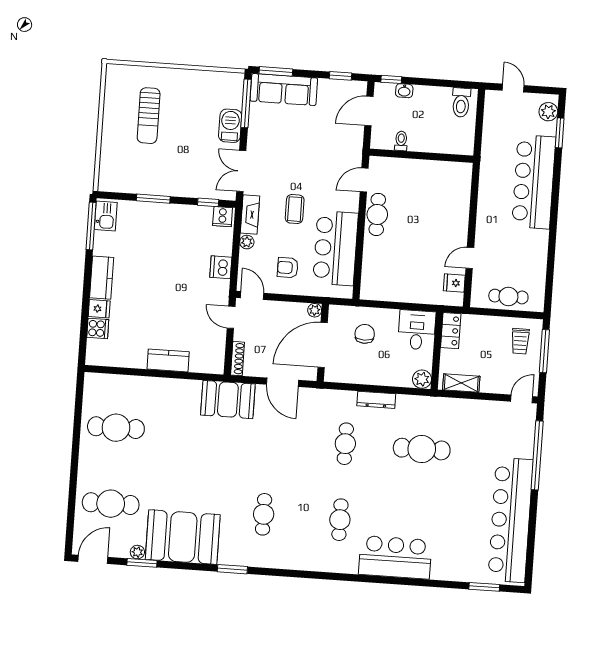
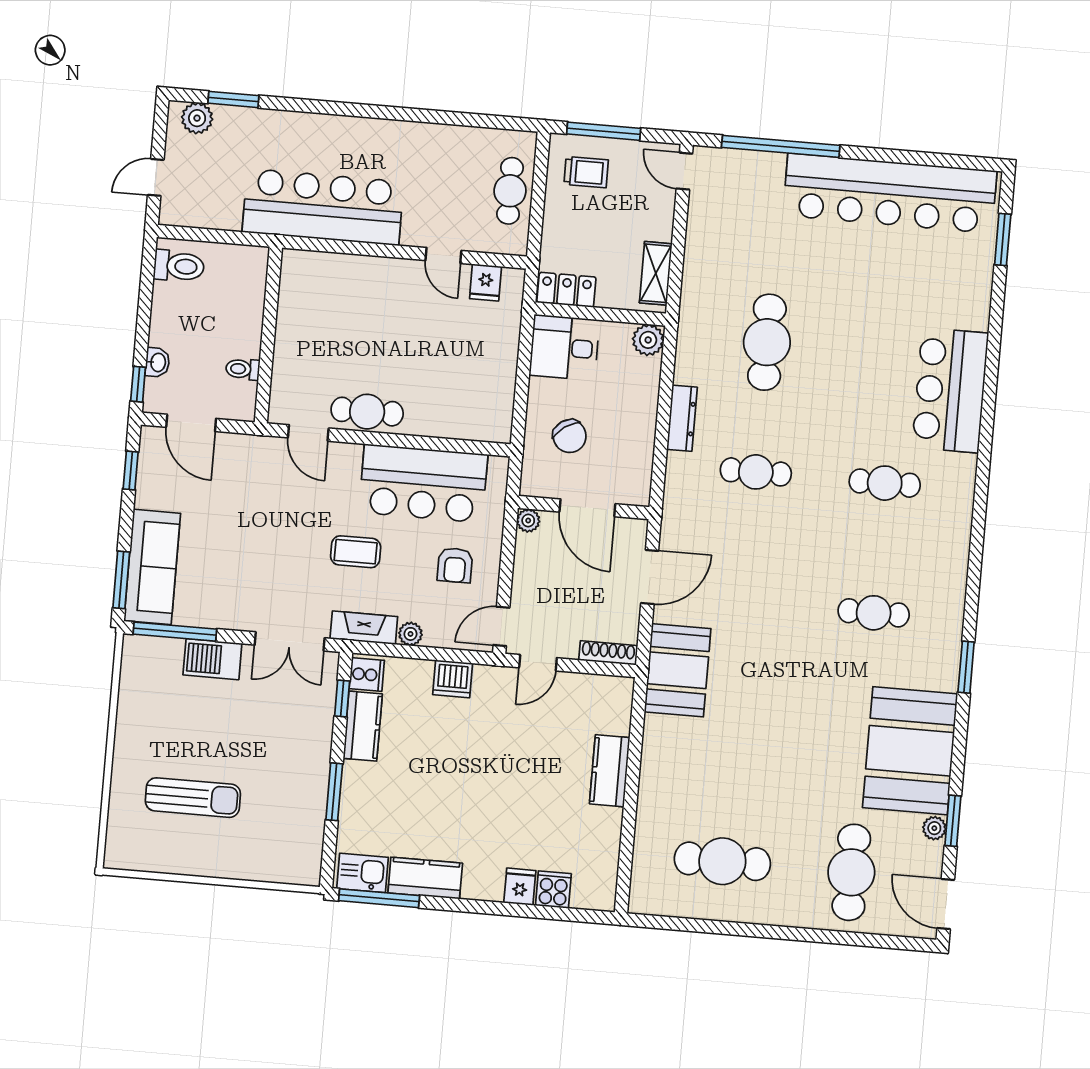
bar counter: (534, 182) -> (323, 207), moved, turned 180
kitchen counter: (192, 215) -> (363, 726), added
kitchen counter: (102, 278) -> (425, 878), moved
chair: (365, 334) -> (570, 436), turned -125
door: (323, 345) -> (587, 508), width x0.73
cafe table: (116, 428) -> (722, 861), turned 90

